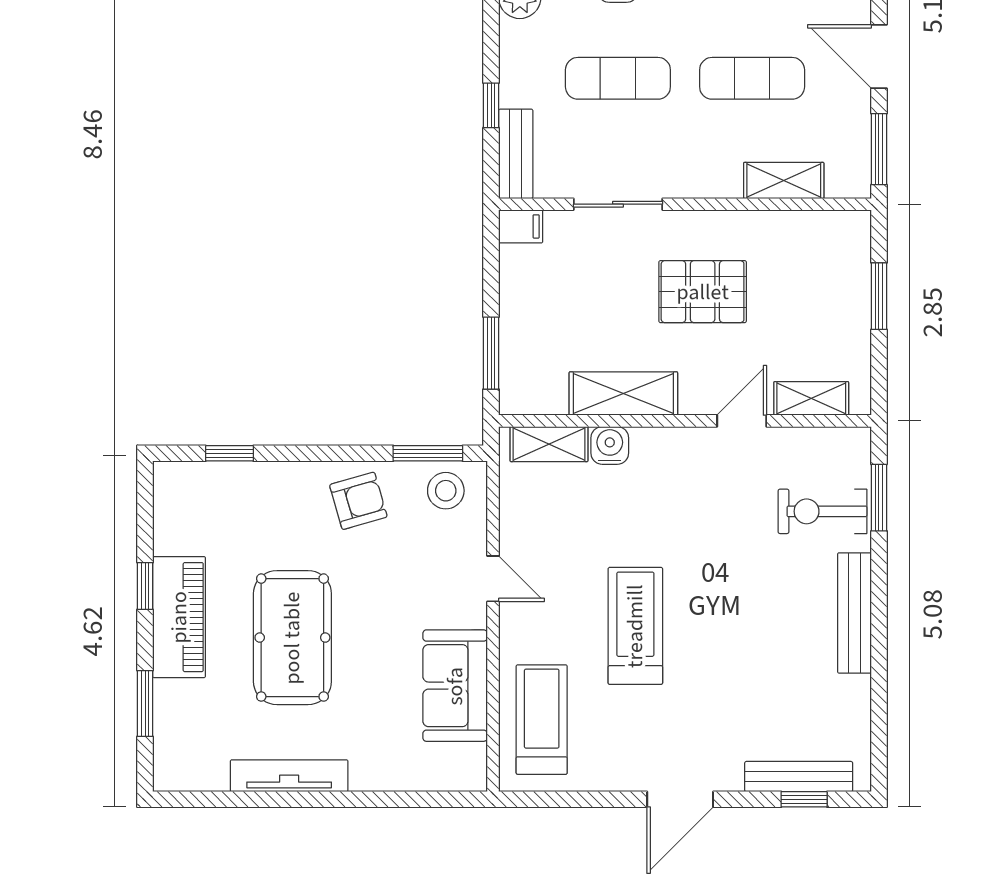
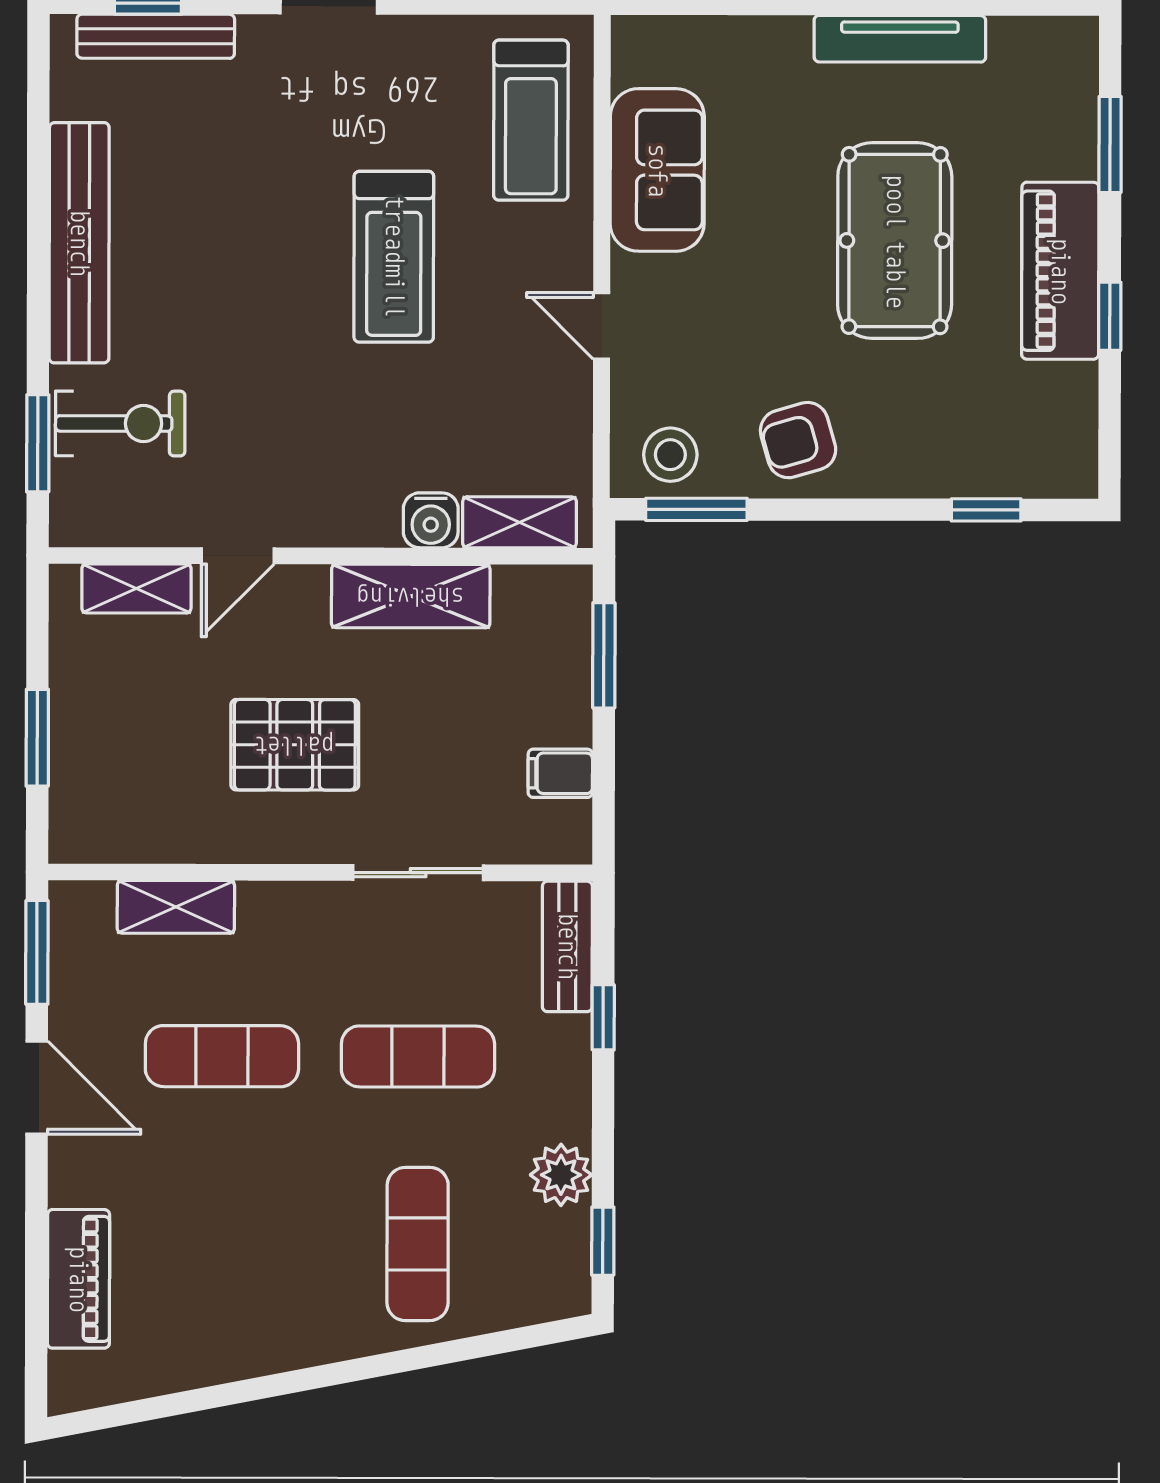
filing cabinet: (521, 226) -> (560, 773), moved
bench: (854, 613) -> (79, 243), width x1.37, depth x1.21

